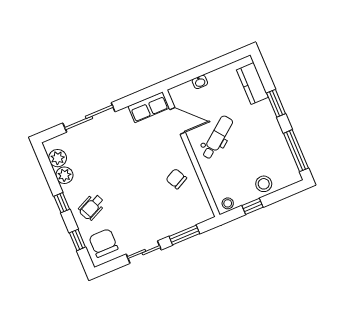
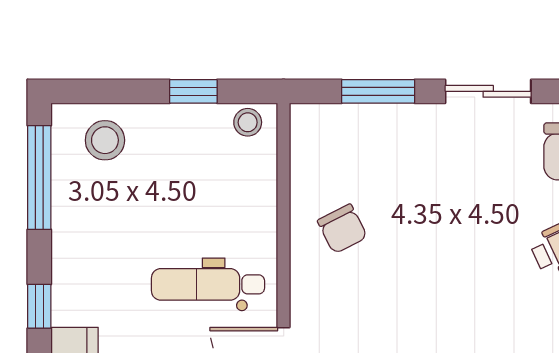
window: (276, 103) -> (39, 306), width x0.67
dental chair: (217, 137) -> (208, 284), turned 38
stool: (264, 184) -> (105, 140), moved

